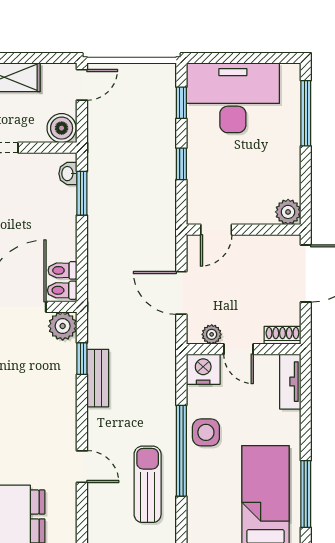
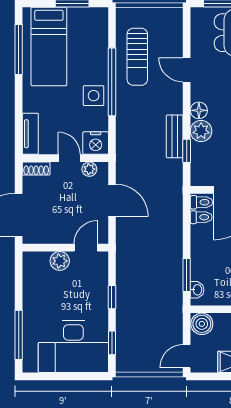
plant: (288, 212) -> (60, 261), moved
plant: (63, 326) -> (201, 131), moved
floor lamp: (66, 413) -> (199, 110), added

